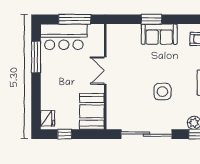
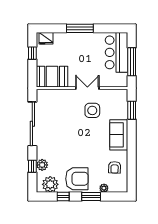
window: (151, 19) -> (132, 110), moved
window: (36, 57) -> (80, 28), moved
side table: (162, 92) -> (92, 110), moved

